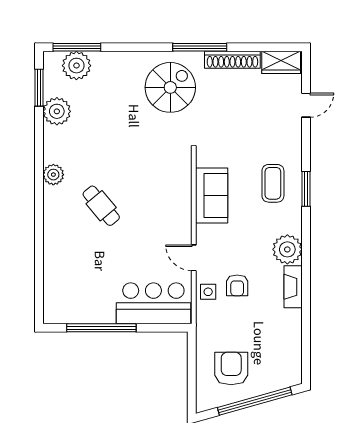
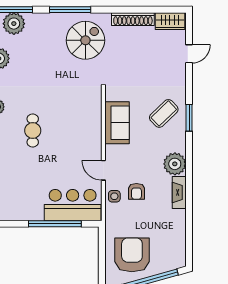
window: (200, 47) -> (70, 10), moved
coffee table: (273, 183) -> (164, 113), turned 46
cafe table: (101, 206) -> (33, 131), turned 40
window: (101, 328) -> (55, 224), moved
armchair: (231, 369) -> (132, 255), width x1.36, depth x1.36

